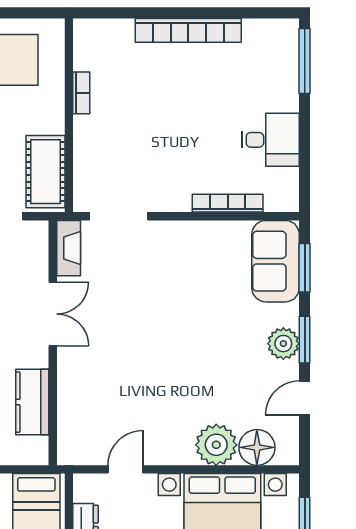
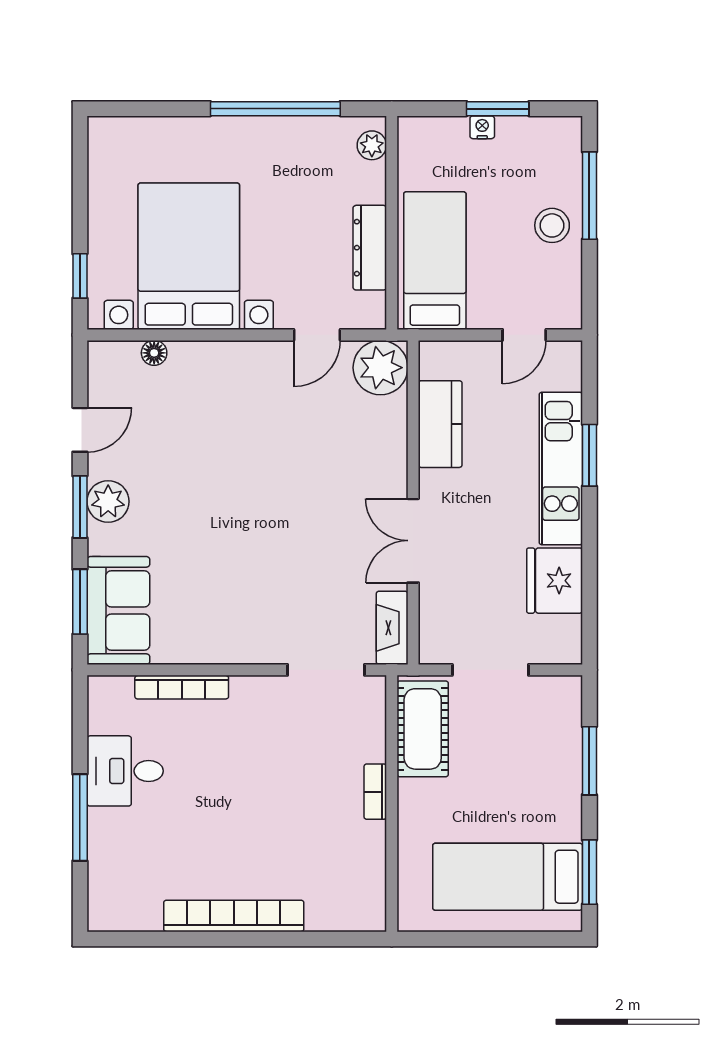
window: (305, 61) -> (80, 817), moved
bookcase: (81, 93) -> (375, 792), moved
plant: (216, 445) -> (380, 368), moved
floor lamp: (257, 447) -> (154, 353), width x0.53, depth x0.53

